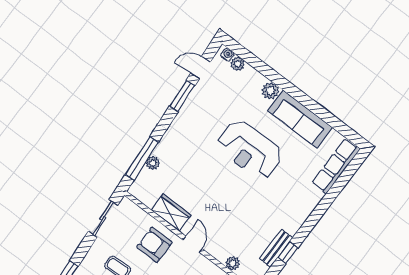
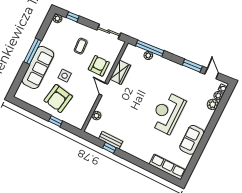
plant: (270, 91) -> (213, 104), moved
sofa: (300, 119) -> (192, 140), width x0.73
door: (193, 244) -> (103, 89), swing flipped

